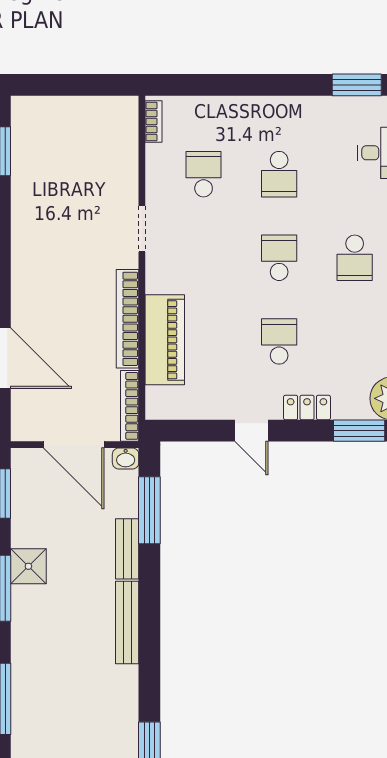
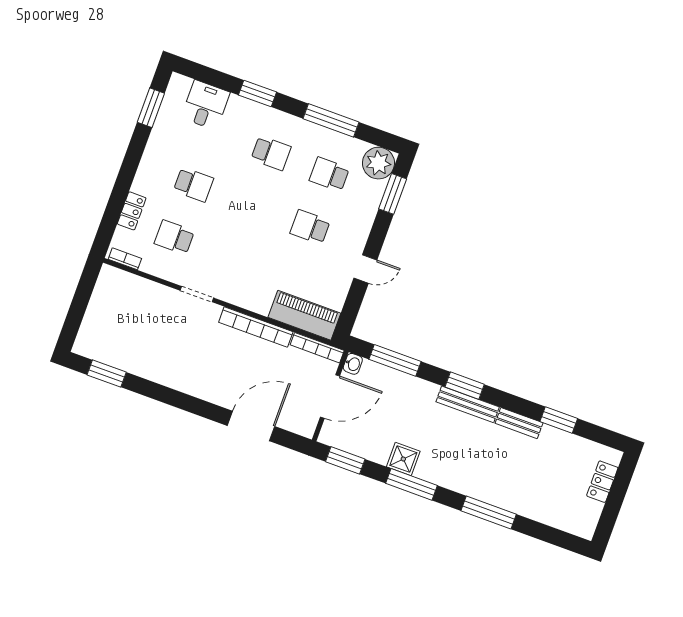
school desk: (279, 258) -> (329, 174), moved
piano: (165, 340) -> (304, 315), moved
locker: (307, 407) -> (132, 211), moved, turned 180
bench: (127, 549) -> (519, 423), moved
window: (149, 610) -> (465, 386), added

